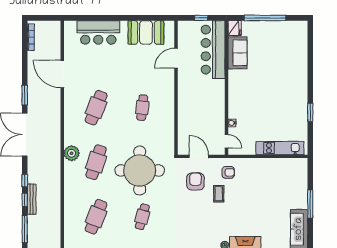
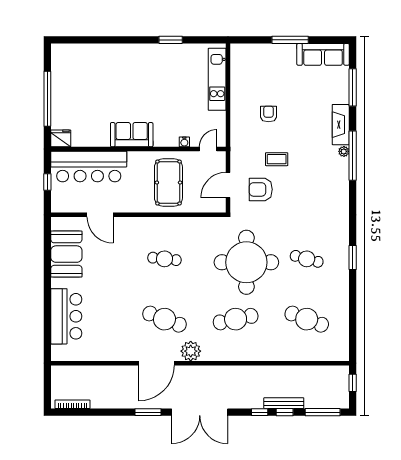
sofa: (237, 53) -> (132, 135), moved
door: (62, 74) -> (156, 363), moved
pool table: (201, 111) -> (168, 183), added
plant: (72, 153) -> (191, 351), moved
cafe table: (96, 162) -> (236, 319), turned -30
armchair: (228, 172) -> (269, 114), moved

